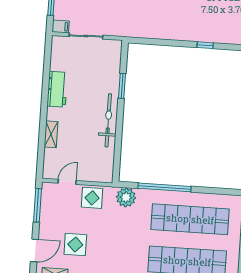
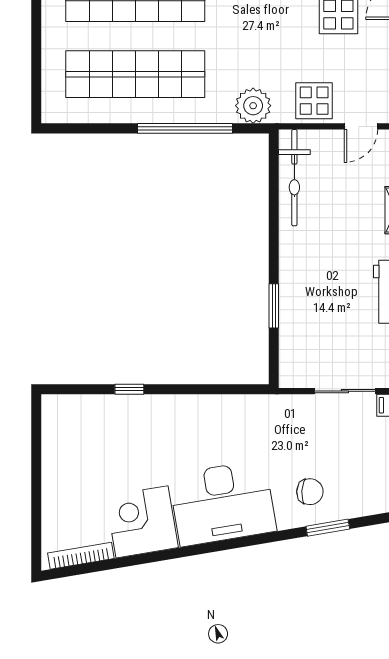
bicycle: (108, 120) -> (294, 178), moved

